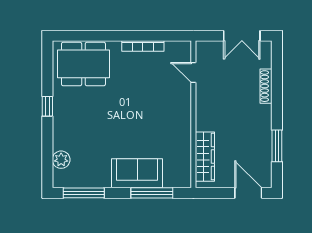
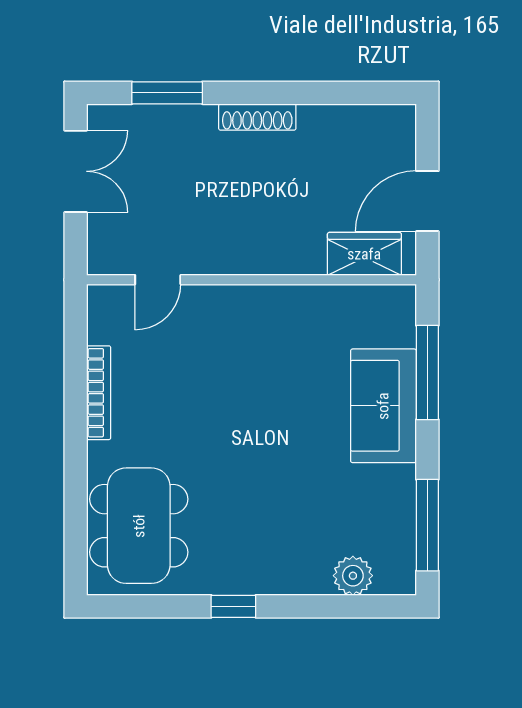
shoe rack: (266, 86) -> (257, 117), moved
window: (277, 146) -> (167, 93), moved
wardrobe: (205, 157) -> (364, 254), width x0.67
door: (248, 193) -> (427, 201), moved

